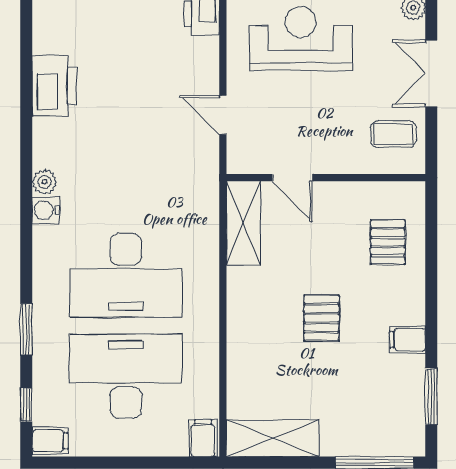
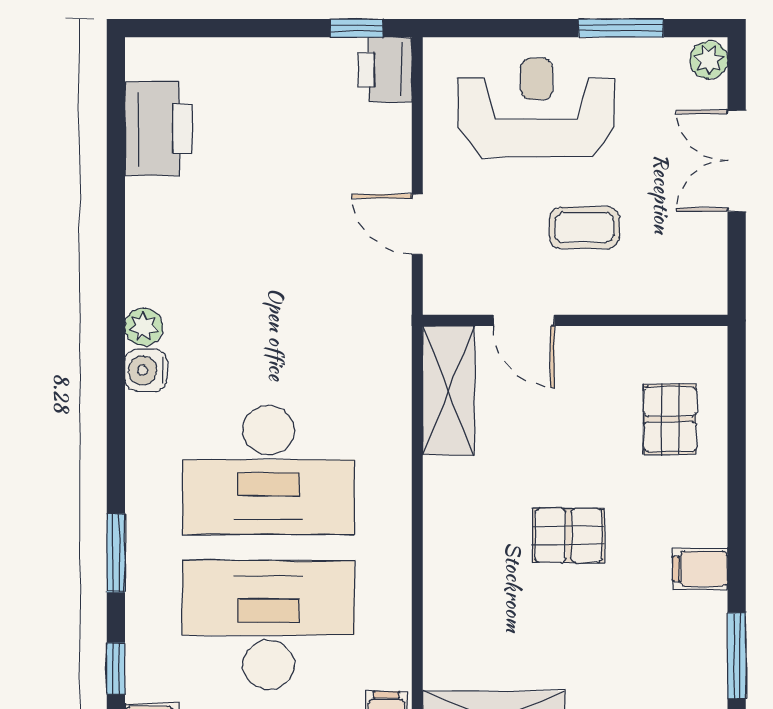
printer: (54, 86) -> (159, 129), moved
coffee table: (393, 134) -> (584, 228), moved
pallet: (322, 318) -> (568, 535), turned 90

